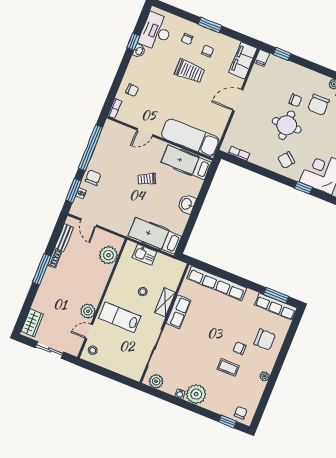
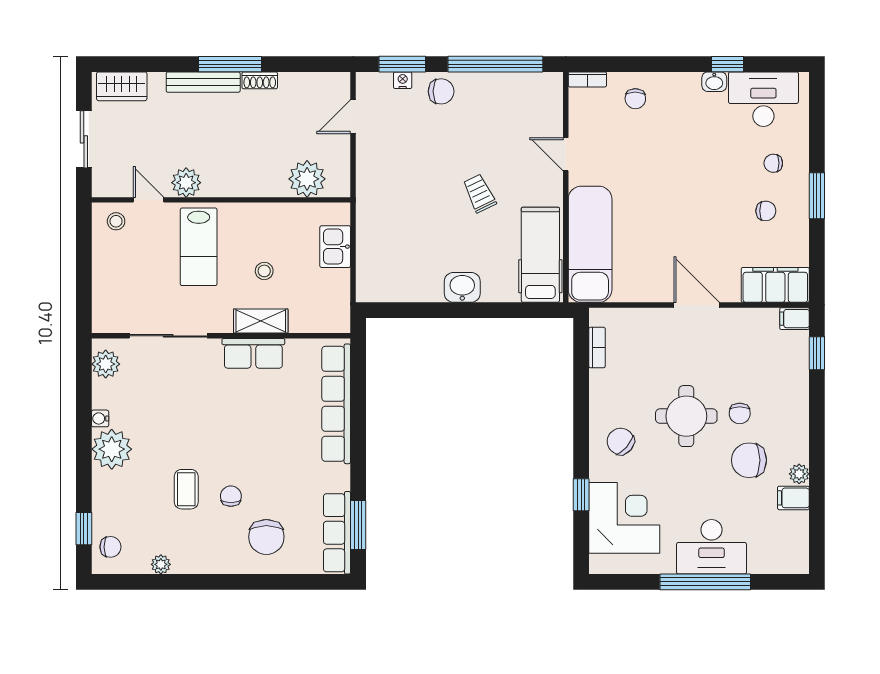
trolley: (190, 71) -> (715, 192), removed
hospital bed: (155, 236) -> (378, 252), removed
bench: (64, 238) -> (203, 82), moved, width x1.36
lab bench: (120, 317) -> (199, 247), turned 180
plant: (265, 376) -> (161, 564), moved

